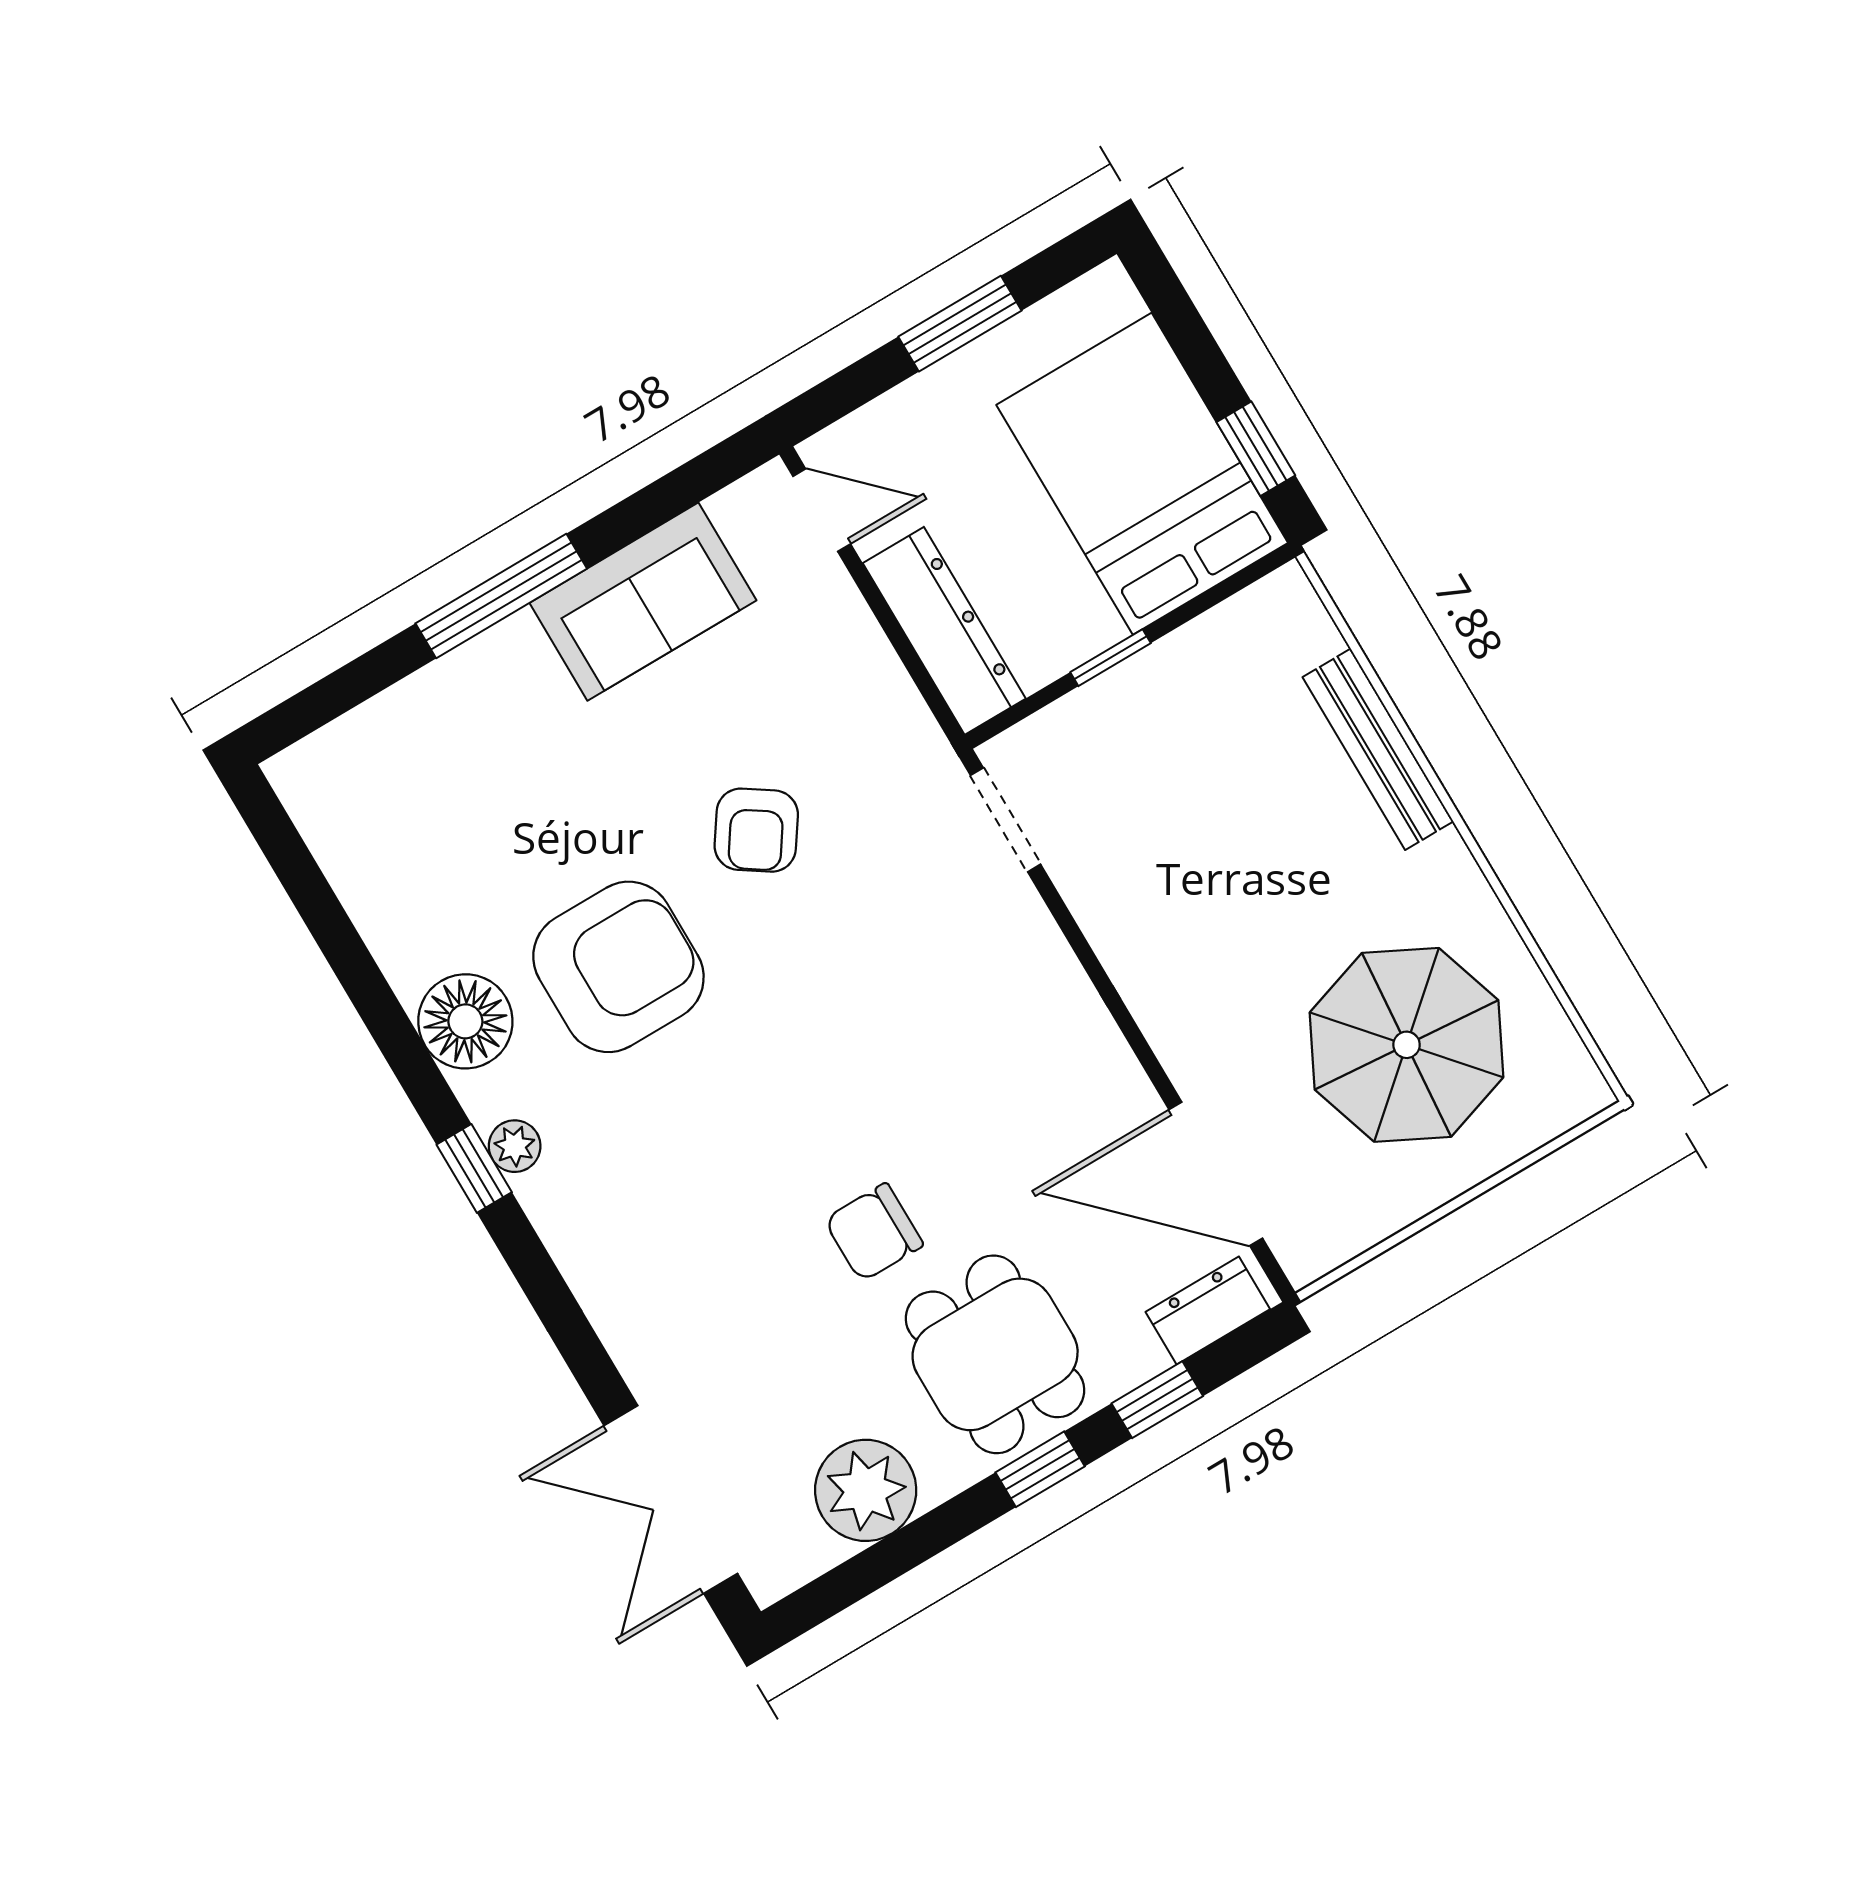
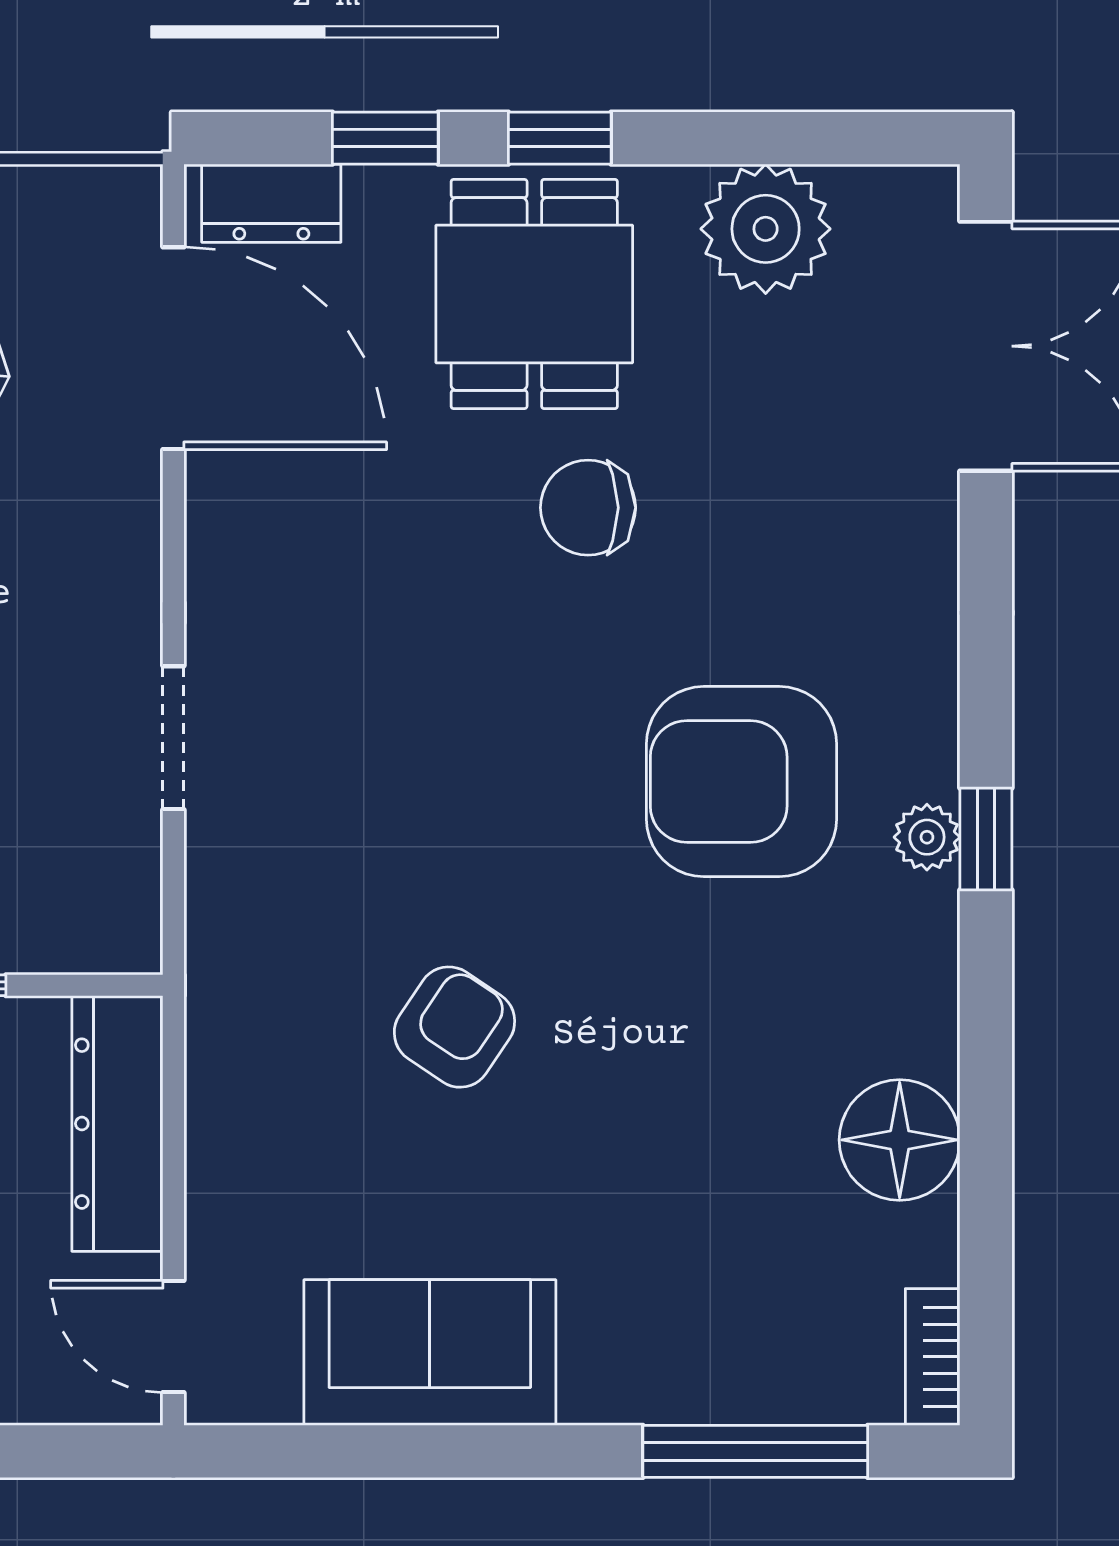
window: (501, 596) -> (755, 1451), moved
bookcase: (303, 799) -> (933, 1357), added
doorway: (1006, 820) -> (173, 738), moved
armchair: (618, 967) -> (741, 782), moved
floor lamp: (465, 1021) -> (900, 1140), moved
chair: (874, 1232) -> (588, 508), turned 180

